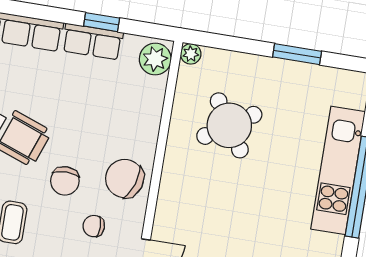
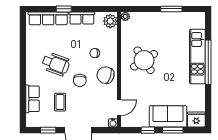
window: (102, 22) -> (64, 9), moved
round table: (229, 125) -> (144, 60), moved
chair: (94, 226) -> (95, 53), moved

